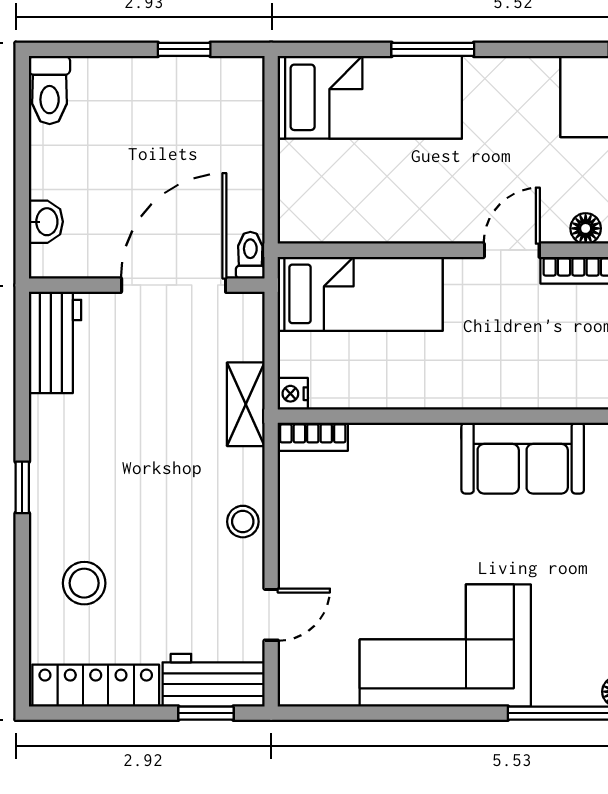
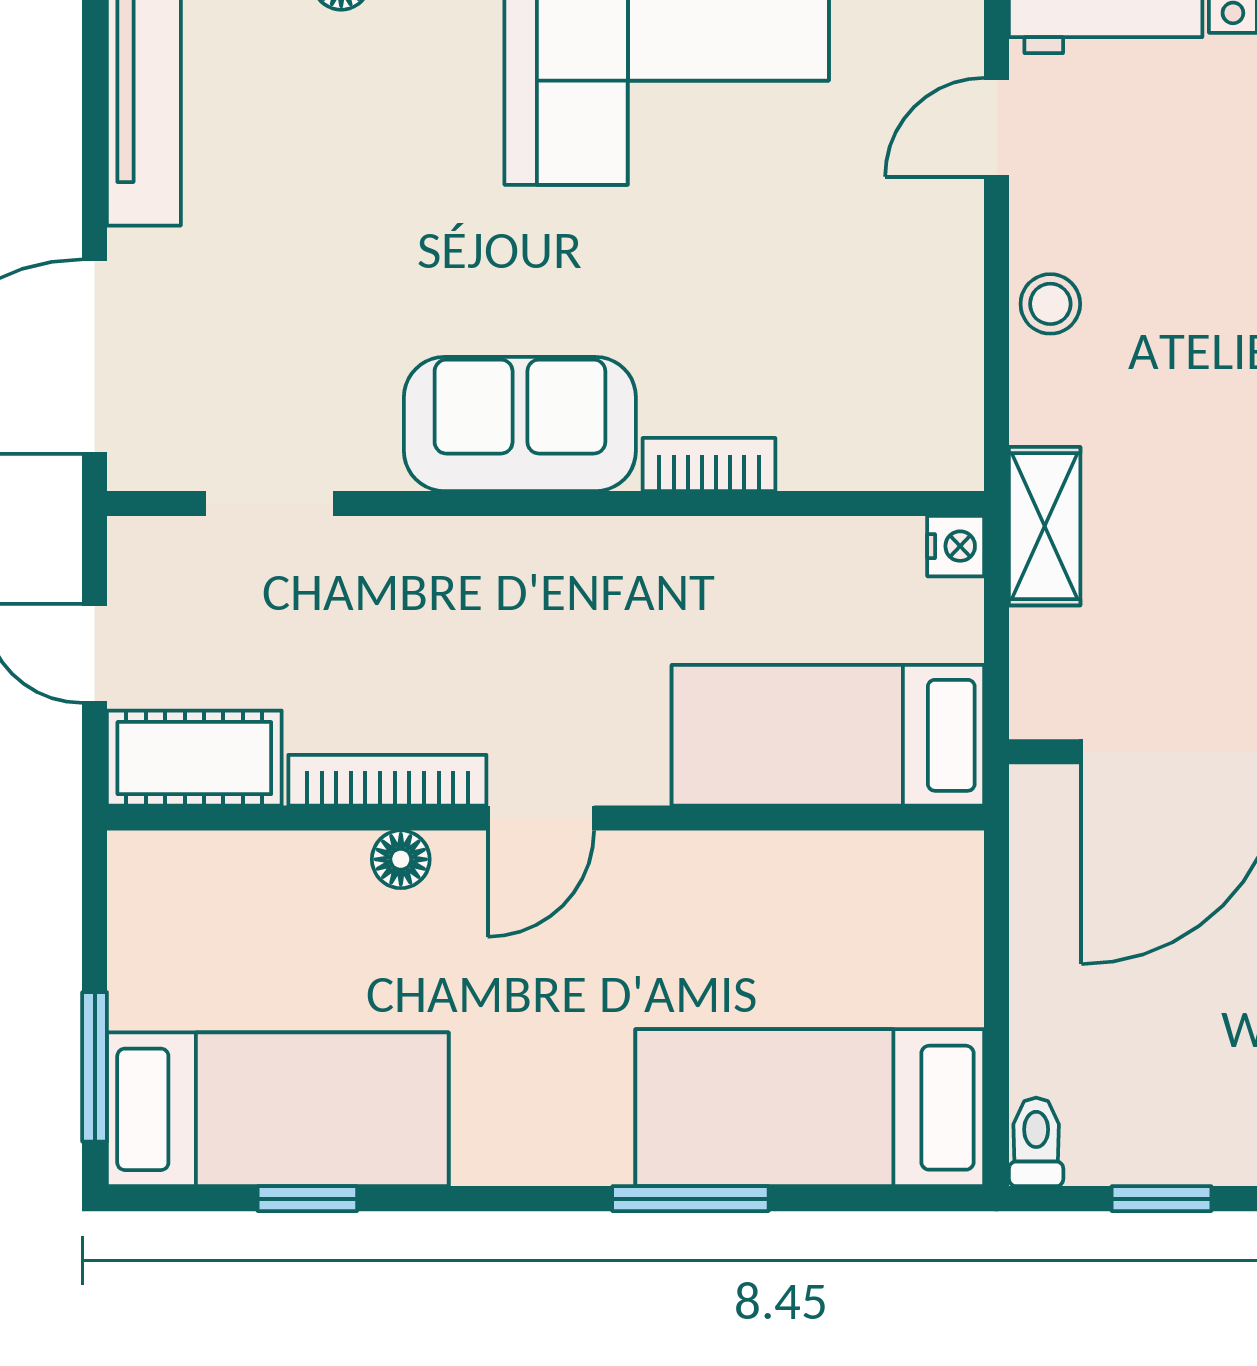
toilet: (250, 255) -> (1036, 1142), moved, turned 180
bookcase: (313, 437) -> (709, 465), moved

